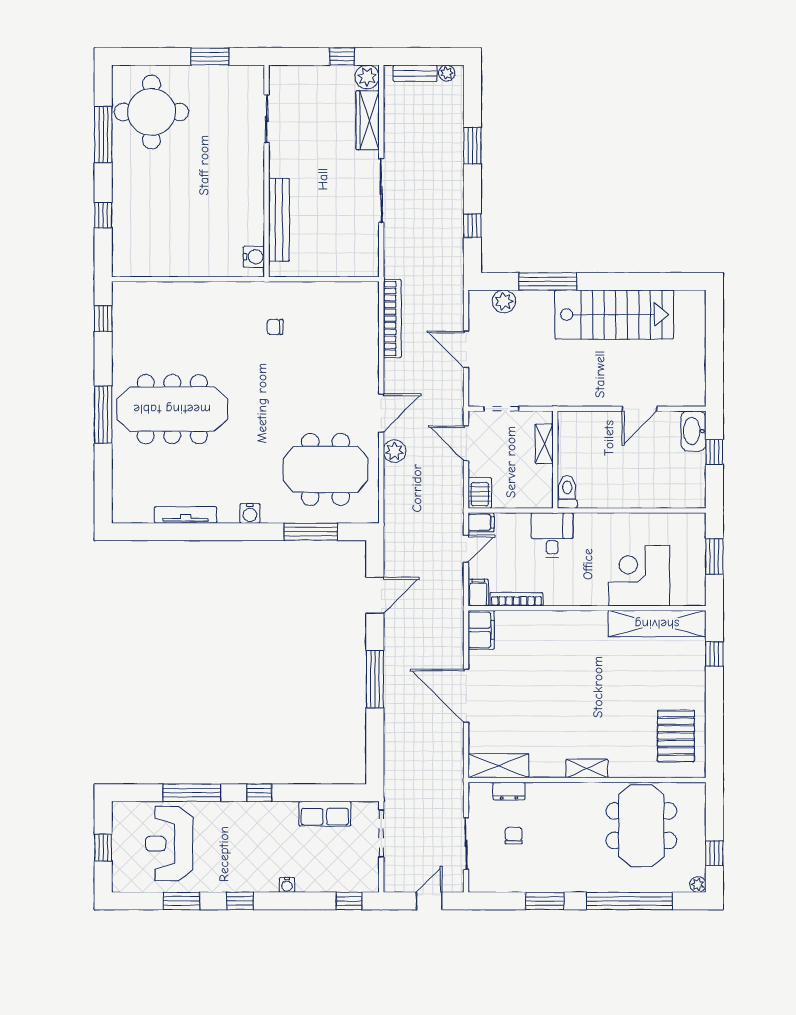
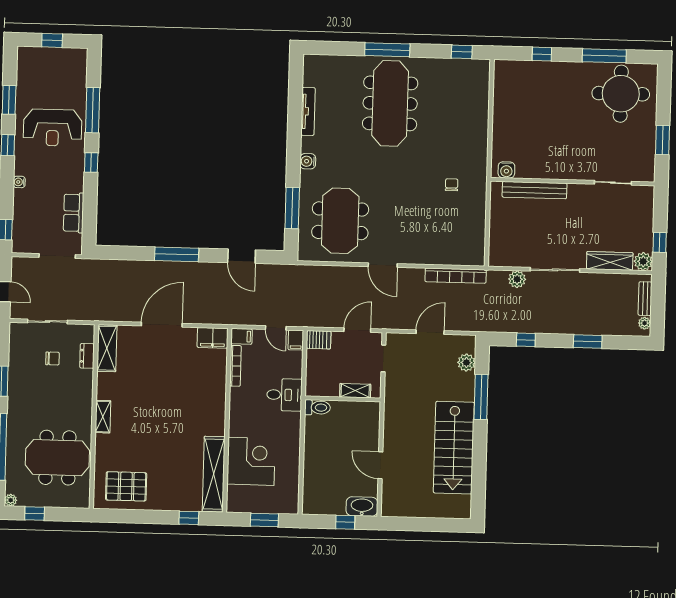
plant: (395, 451) -> (517, 279), moved
reception desk: (169, 844) -> (53, 128), moved, turned 180

